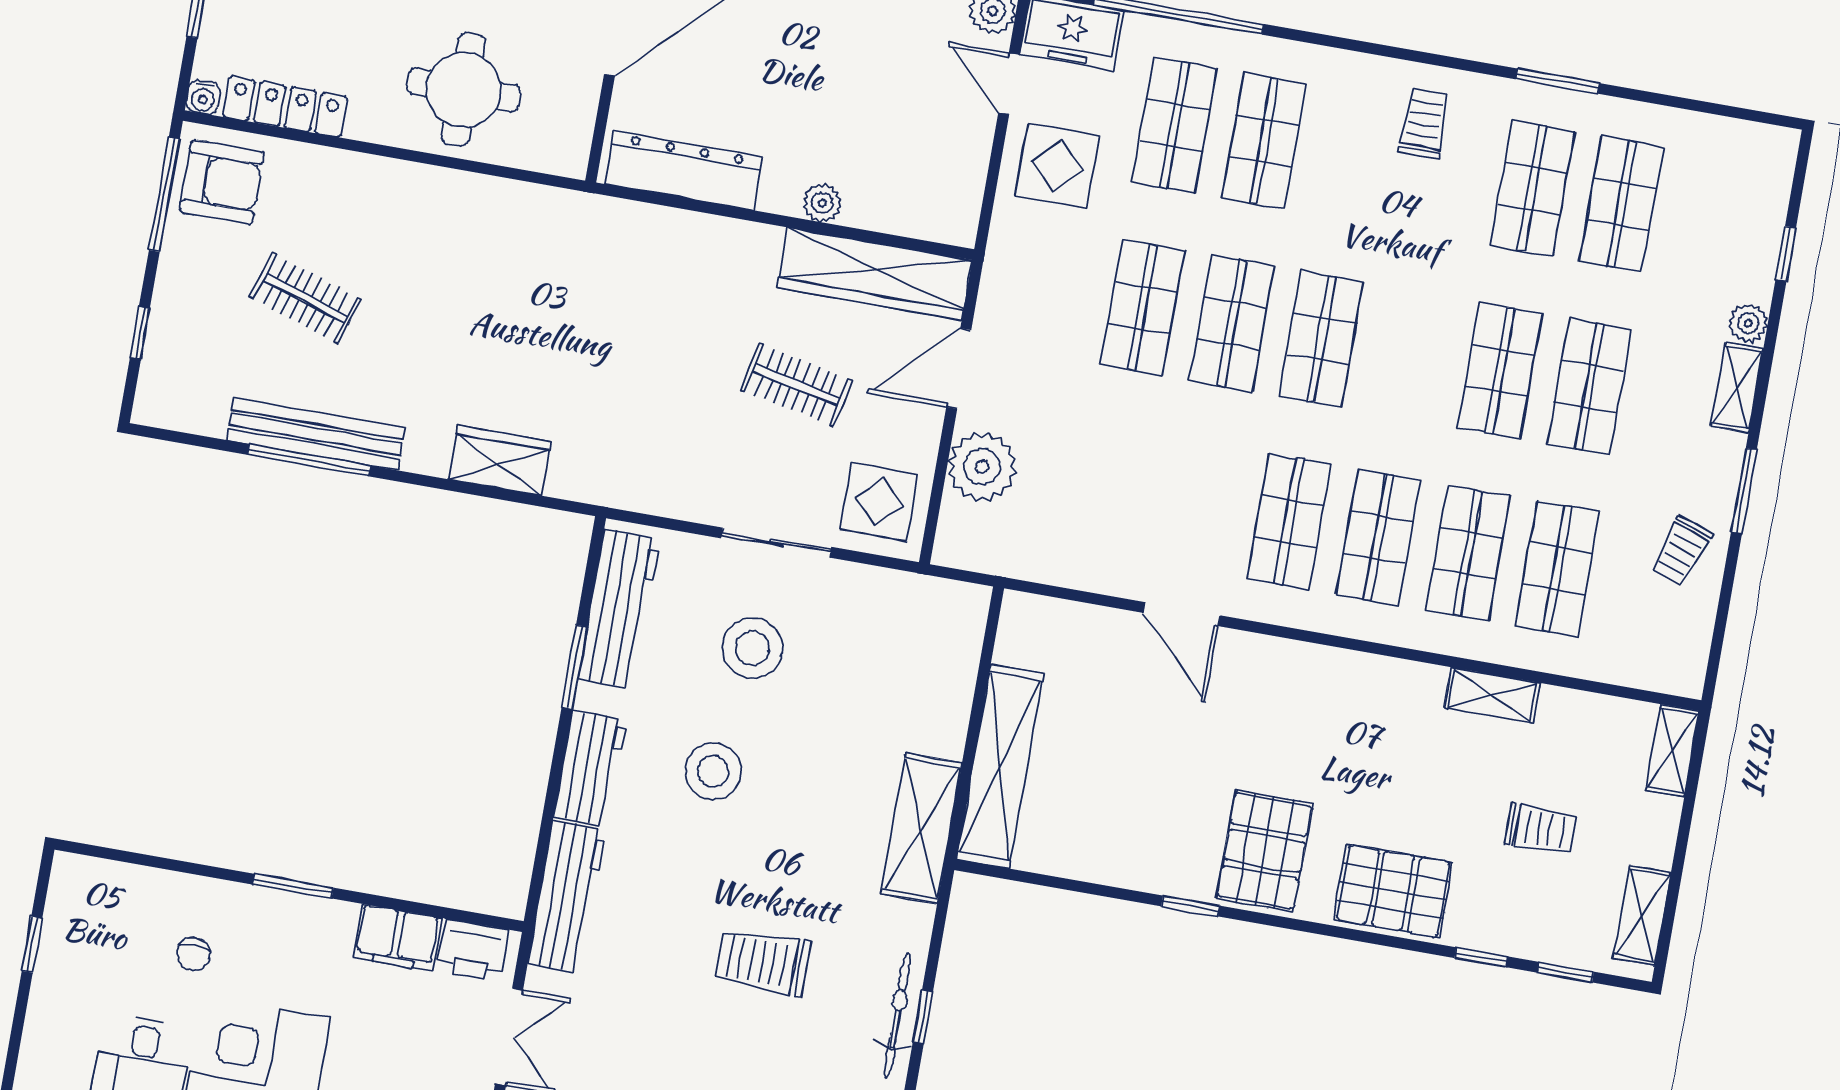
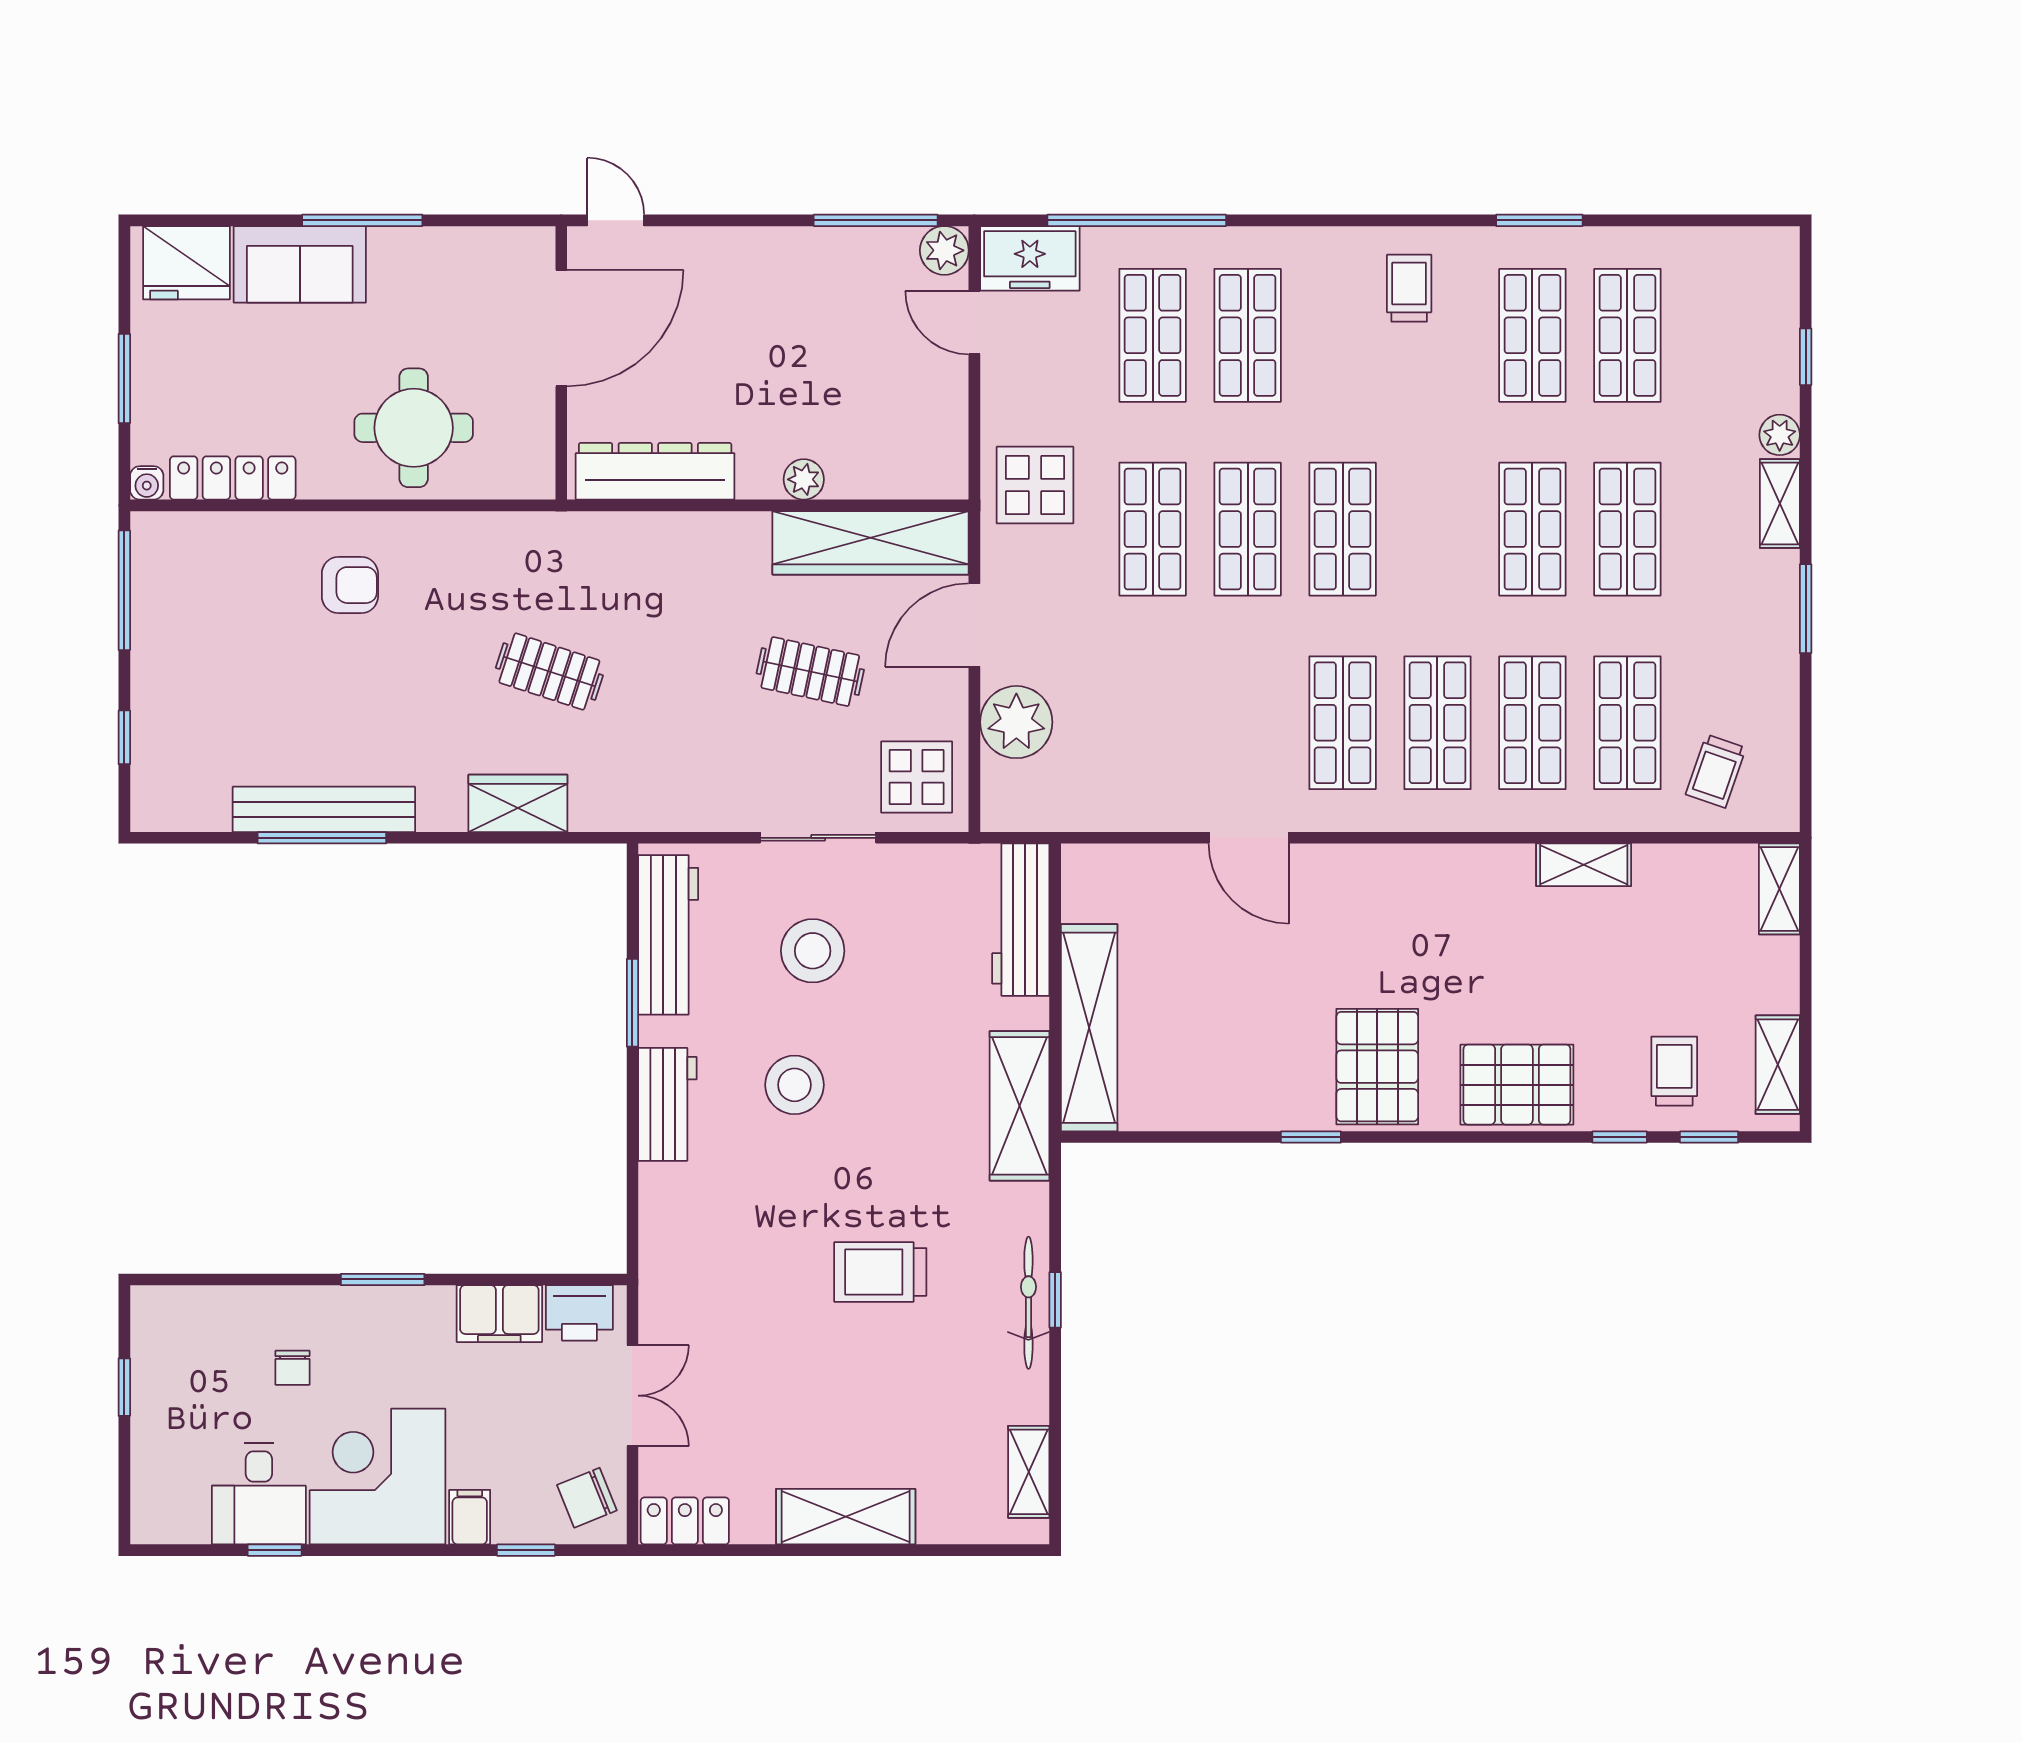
display table: (1057, 166) -> (1035, 485), moved
armchair: (222, 182) -> (350, 585), moved, width x0.72, depth x0.72
clothes rail: (305, 298) -> (549, 672), moved
trolley: (1681, 551) -> (1716, 771), moved
trolley: (1540, 829) -> (1674, 1071), moved, turned -90
workbench: (567, 897) -> (1021, 920), moved, turned 180

